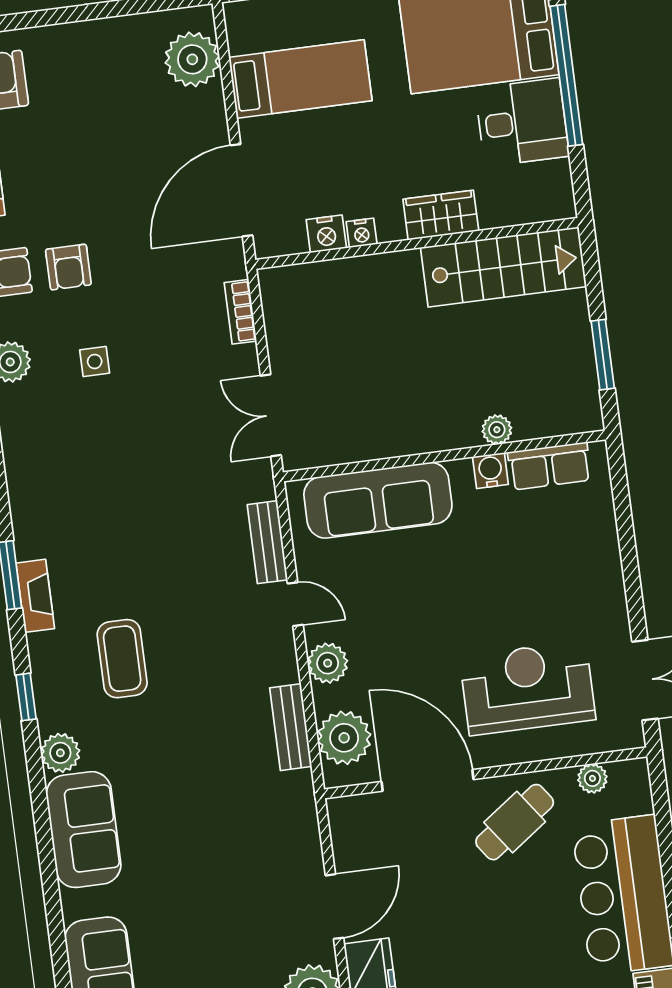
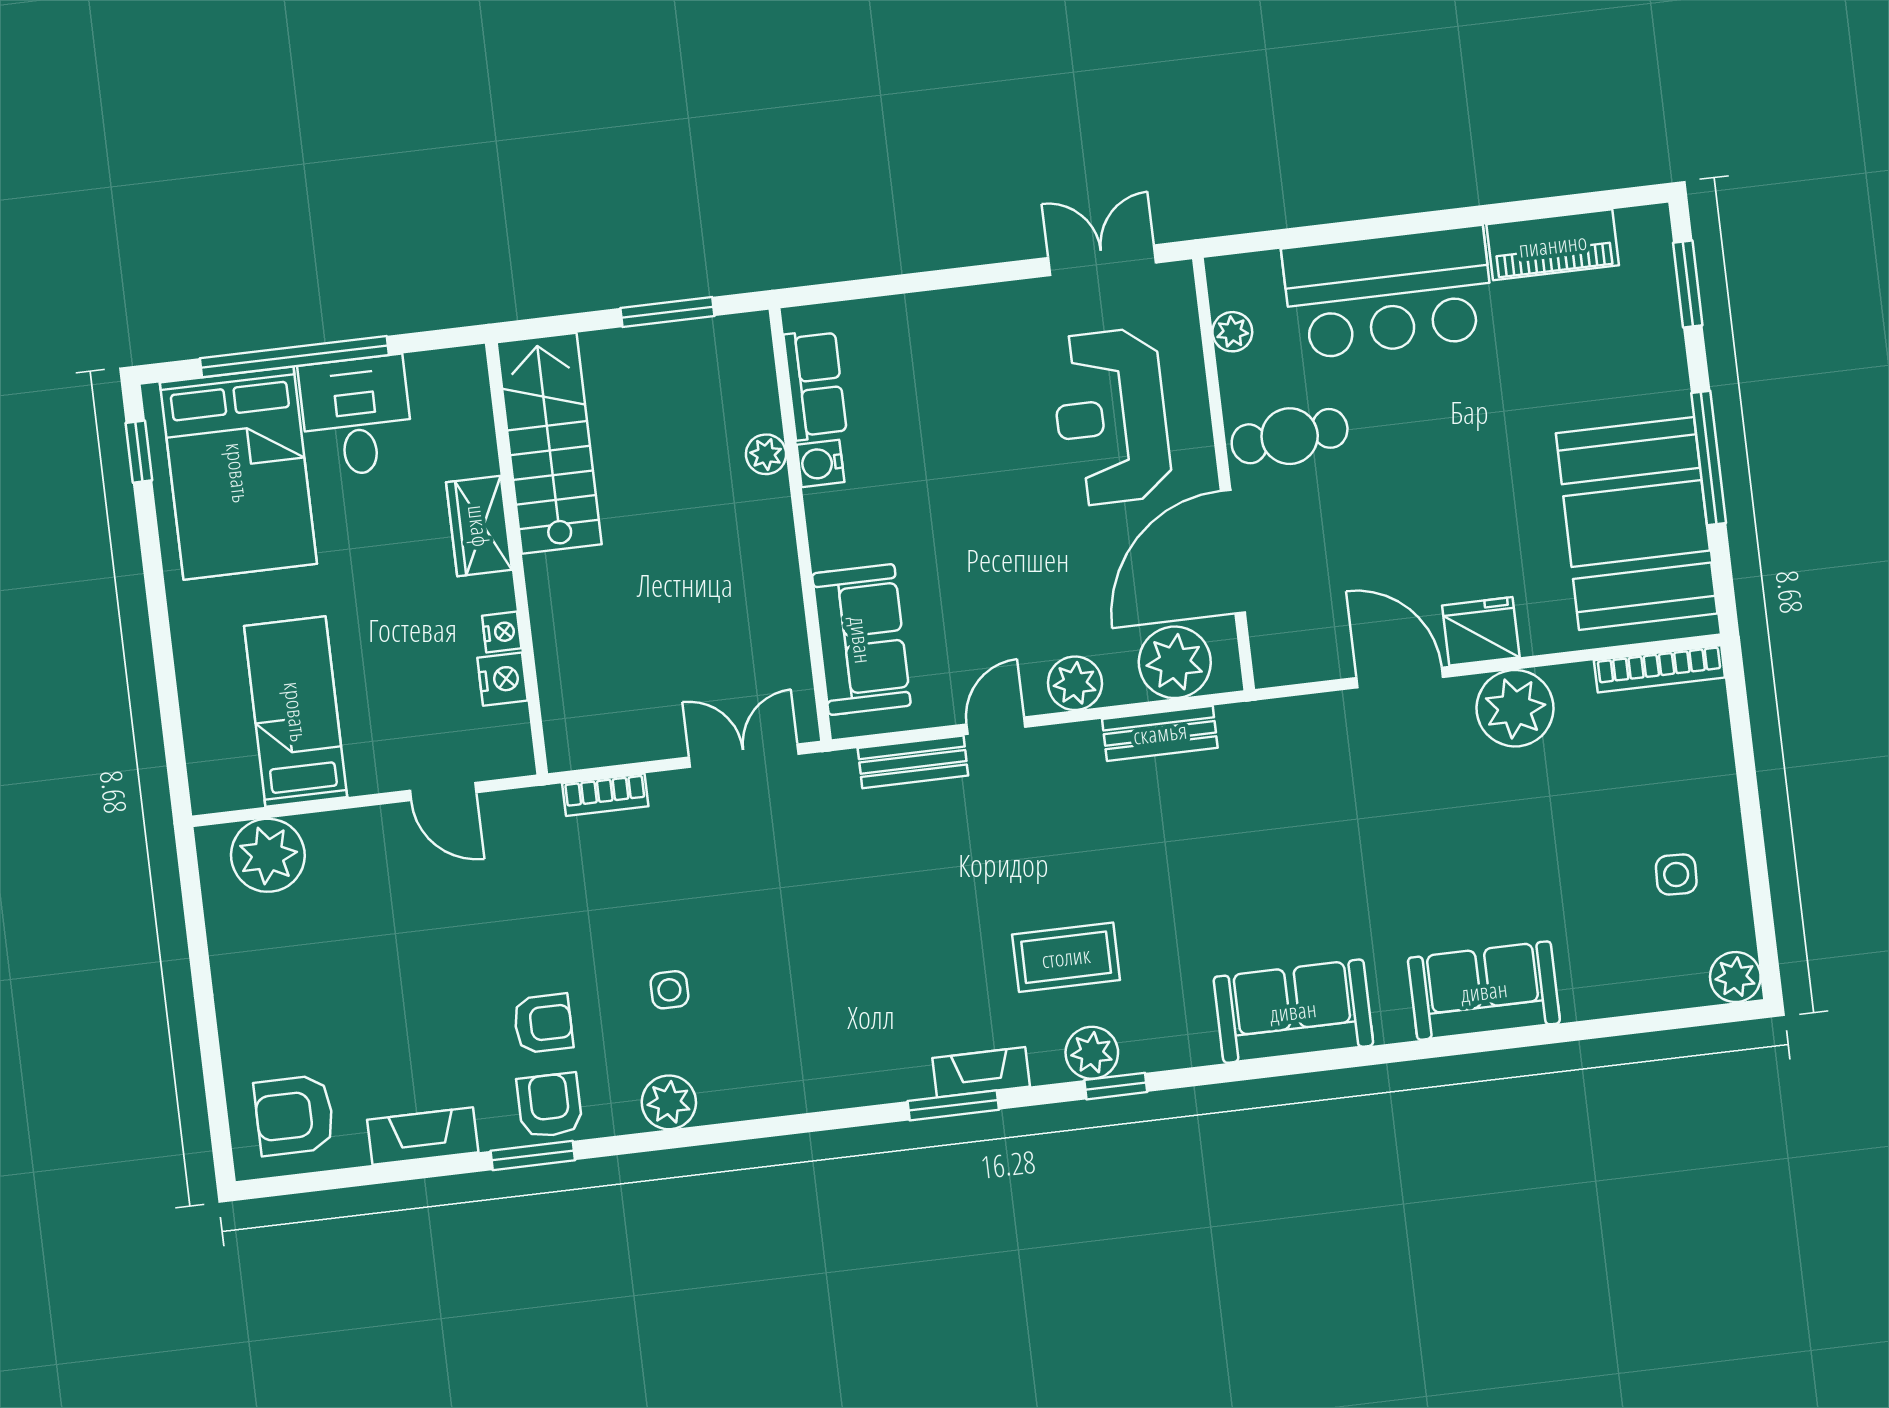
door: (241, 190) -> (443, 792), width x0.53
double door: (271, 415) -> (744, 756), swing flipped
sofa: (378, 500) -> (861, 640), width x0.73
plant: (60, 753) -> (1092, 1053), moved
cafe table: (515, 822) -> (1290, 436), turned -58

